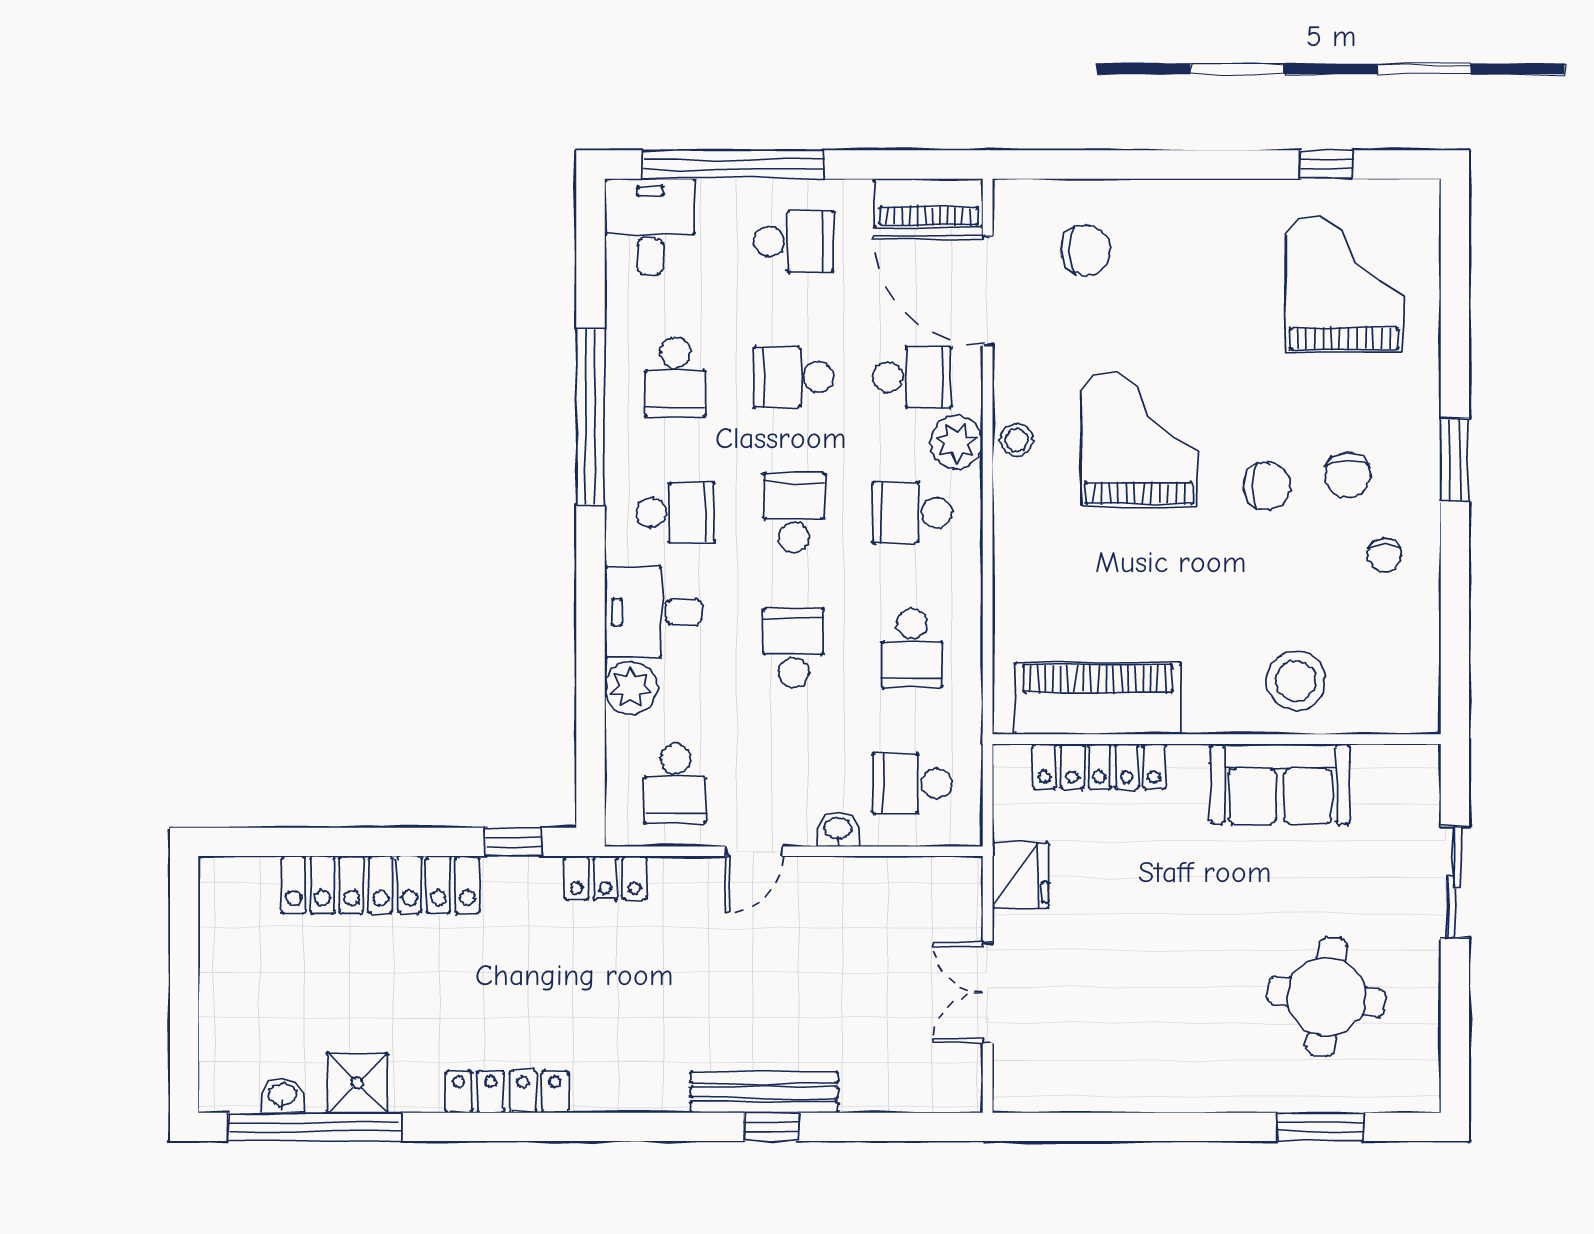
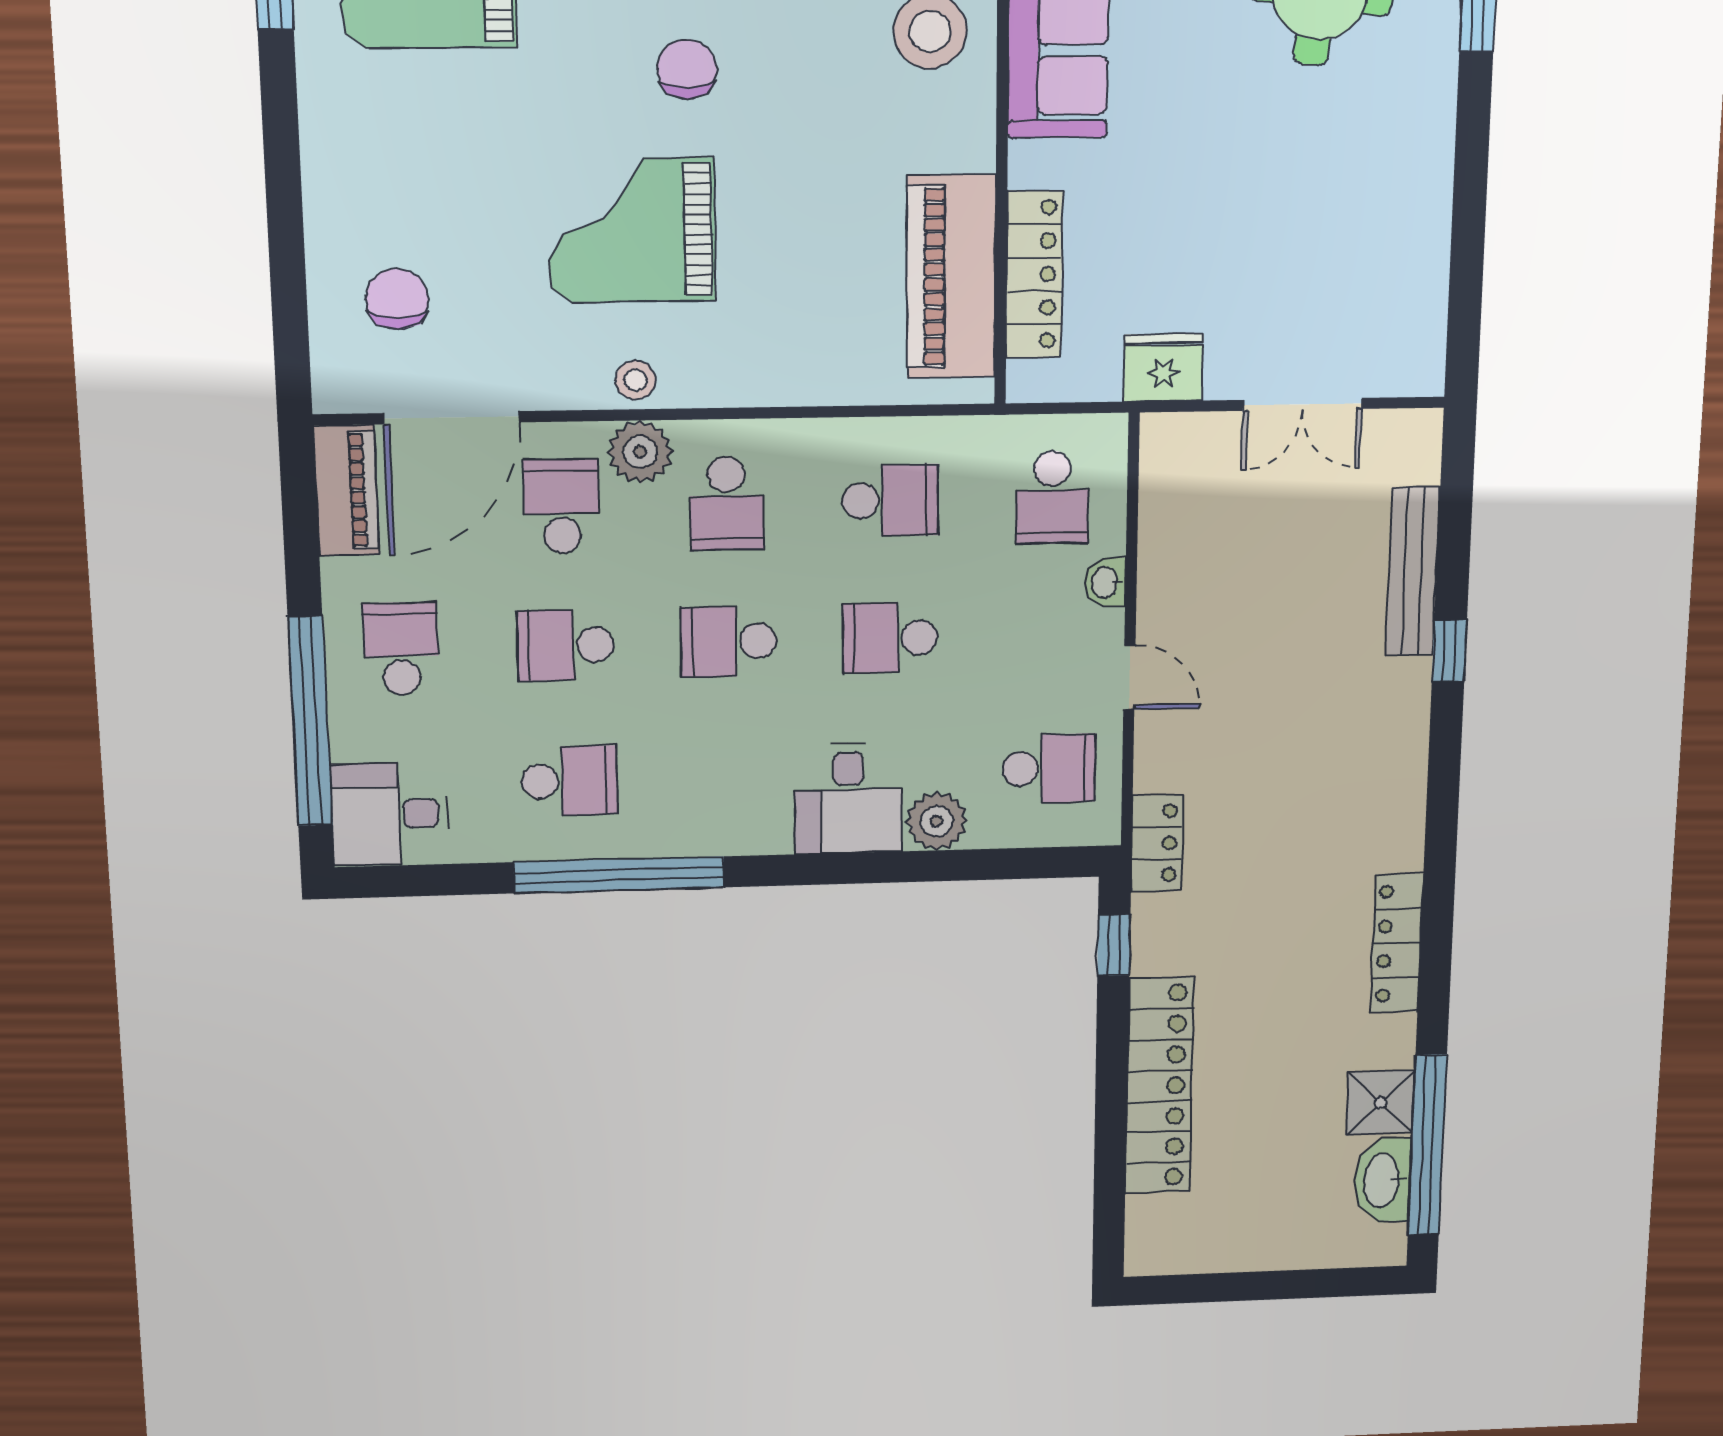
school desk: (794, 377) -> (566, 645), turned 90
school desk: (675, 513) -> (731, 777), removed
bench: (764, 1092) -> (1413, 572), moved
washbasin: (282, 1096) -> (1383, 1180), width x1.91, depth x1.45

